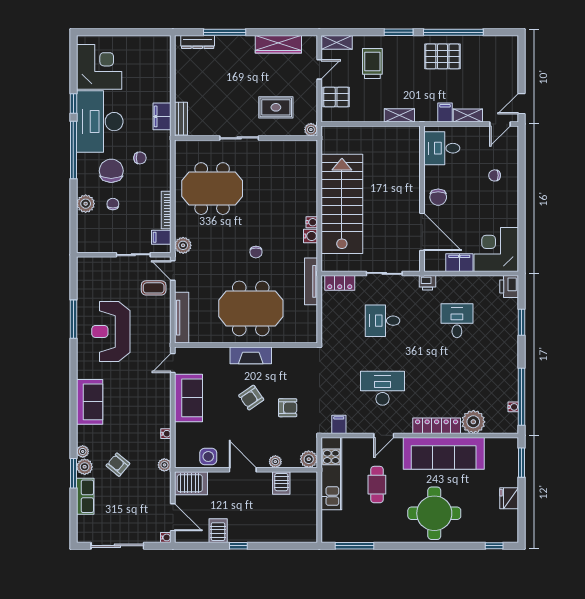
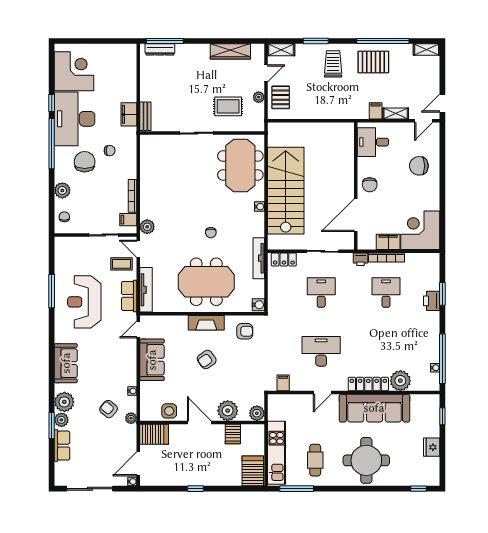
window: (225, 32) -> (165, 41), moved
window: (399, 32) -> (316, 41), moved
trolley: (372, 64) -> (333, 64), moved
pallet: (336, 97) -> (281, 97), turned 90
shelving: (399, 115) -> (427, 50), moved
plant: (311, 130) -> (259, 97), moved
chair: (495, 175) -> (419, 166), width x1.87, depth x1.87
meeting table: (212, 189) -> (240, 165), moved, turned 90
chair: (113, 204) -> (64, 217), moved
door: (422, 232) -> (356, 215), swing flipped
water cooler: (310, 236) -> (258, 305), moved
bookcase: (457, 281) -> (386, 257), added
printer: (509, 286) -> (432, 301), moved
desk: (383, 321) -> (321, 292), turned 90
row of seats: (162, 325) -> (129, 296), added
armchair: (288, 408) -> (245, 331), moved
plant: (83, 451) -> (64, 402), width x1.88, depth x1.88
plant: (275, 462) -> (228, 411), width x1.88, depth x1.88
window: (521, 463) -> (442, 416), width x0.67
armchair: (118, 465) -> (109, 409), moved
kitchen unit: (331, 474) -> (277, 453), moved
cafe table: (377, 485) -> (315, 460), moved
door: (173, 517) -> (138, 464), swing flipped
server rack: (218, 531) -> (253, 471), moved, width x1.36, depth x1.44

